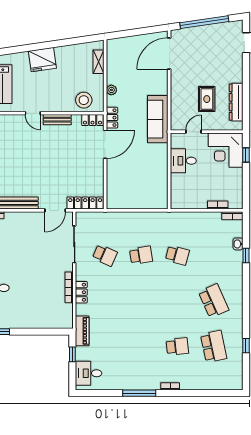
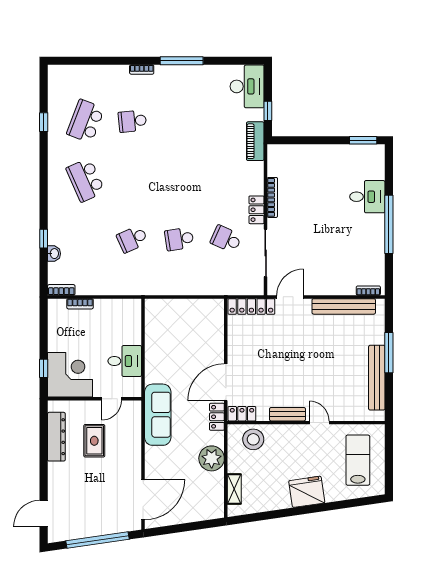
plant: (111, 90) -> (212, 458), width x1.88, depth x1.88
school desk: (177, 255) -> (132, 239), turned -39
locker: (81, 292) -> (256, 210), moved
school desk: (214, 346) -> (86, 121), turned 33
desk: (89, 373) -> (247, 86), width x1.37

